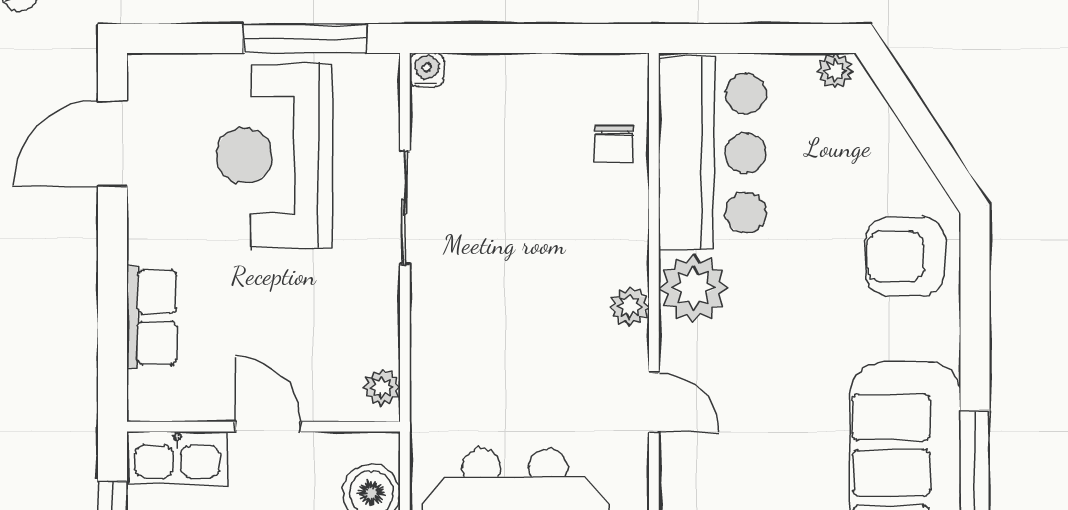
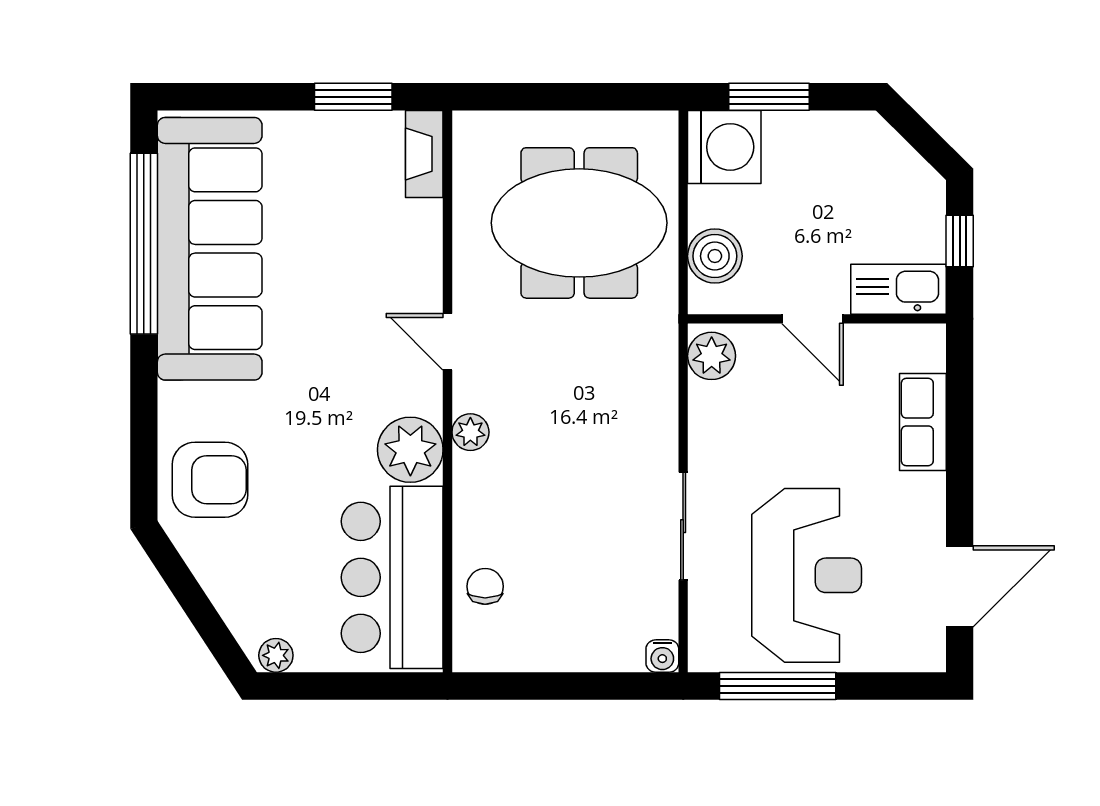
plant: (382, 387) -> (712, 356), width x1.38, depth x1.38

